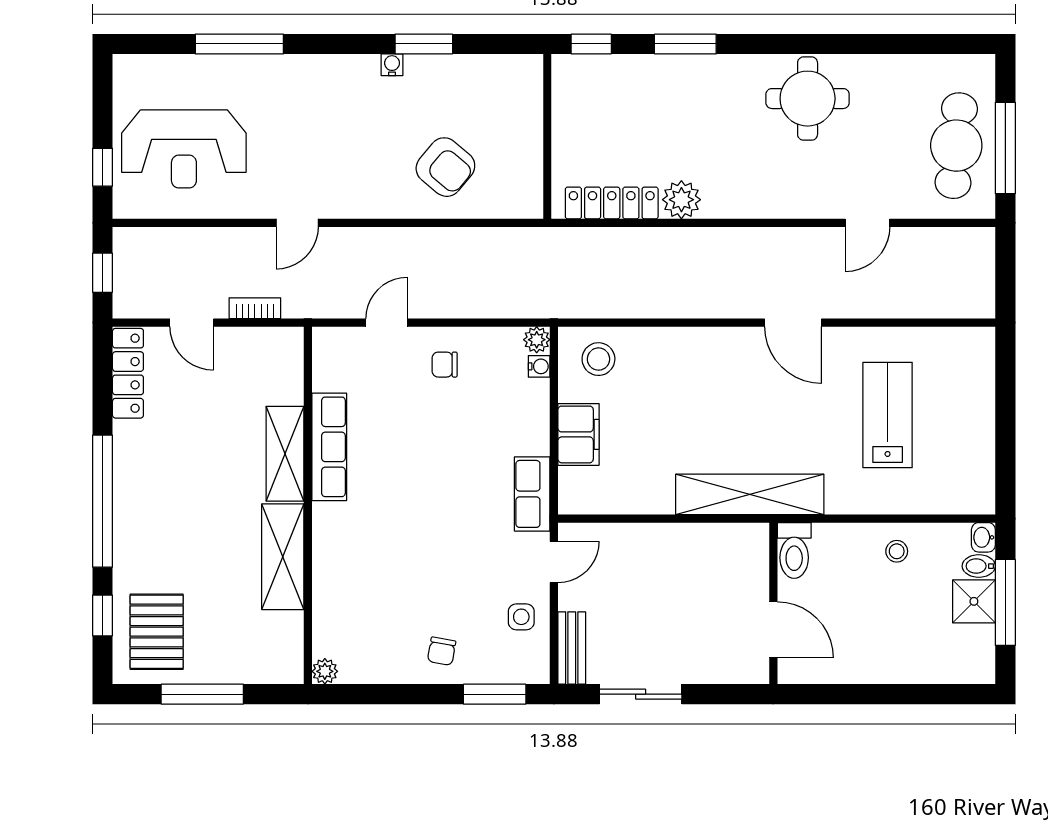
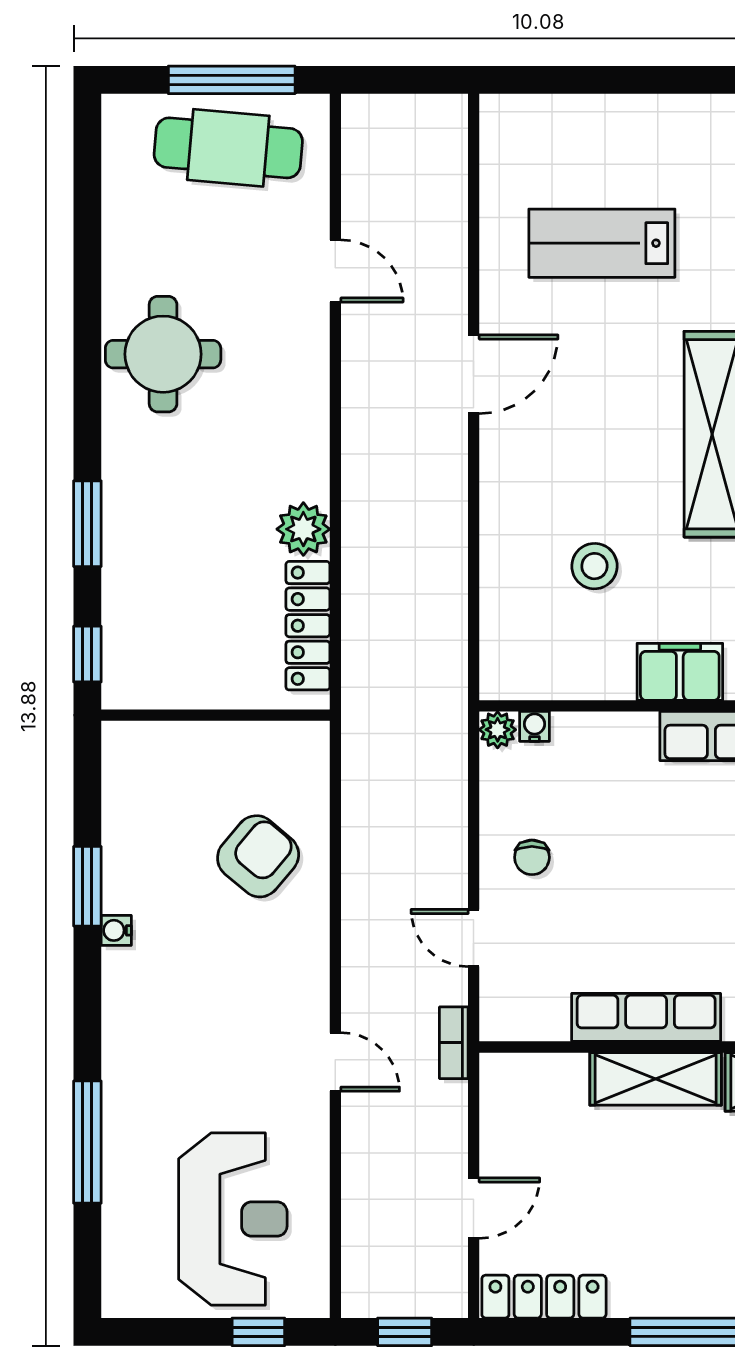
bookcase: (255, 308) -> (454, 1043), moved
stool: (598, 359) -> (594, 566), moved
filing cabinet: (578, 434) -> (680, 672), moved

